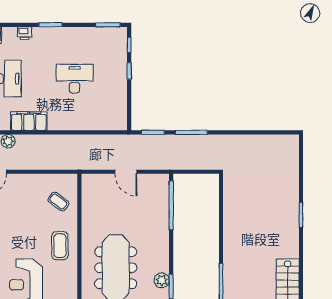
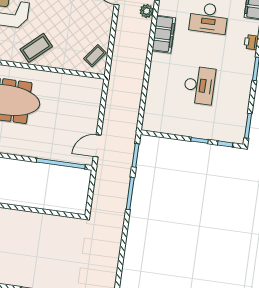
door: (126, 172) -> (97, 146), moved
coffee table: (58, 202) -> (95, 56), moved
coffee table: (60, 246) -> (36, 48), turned -42

